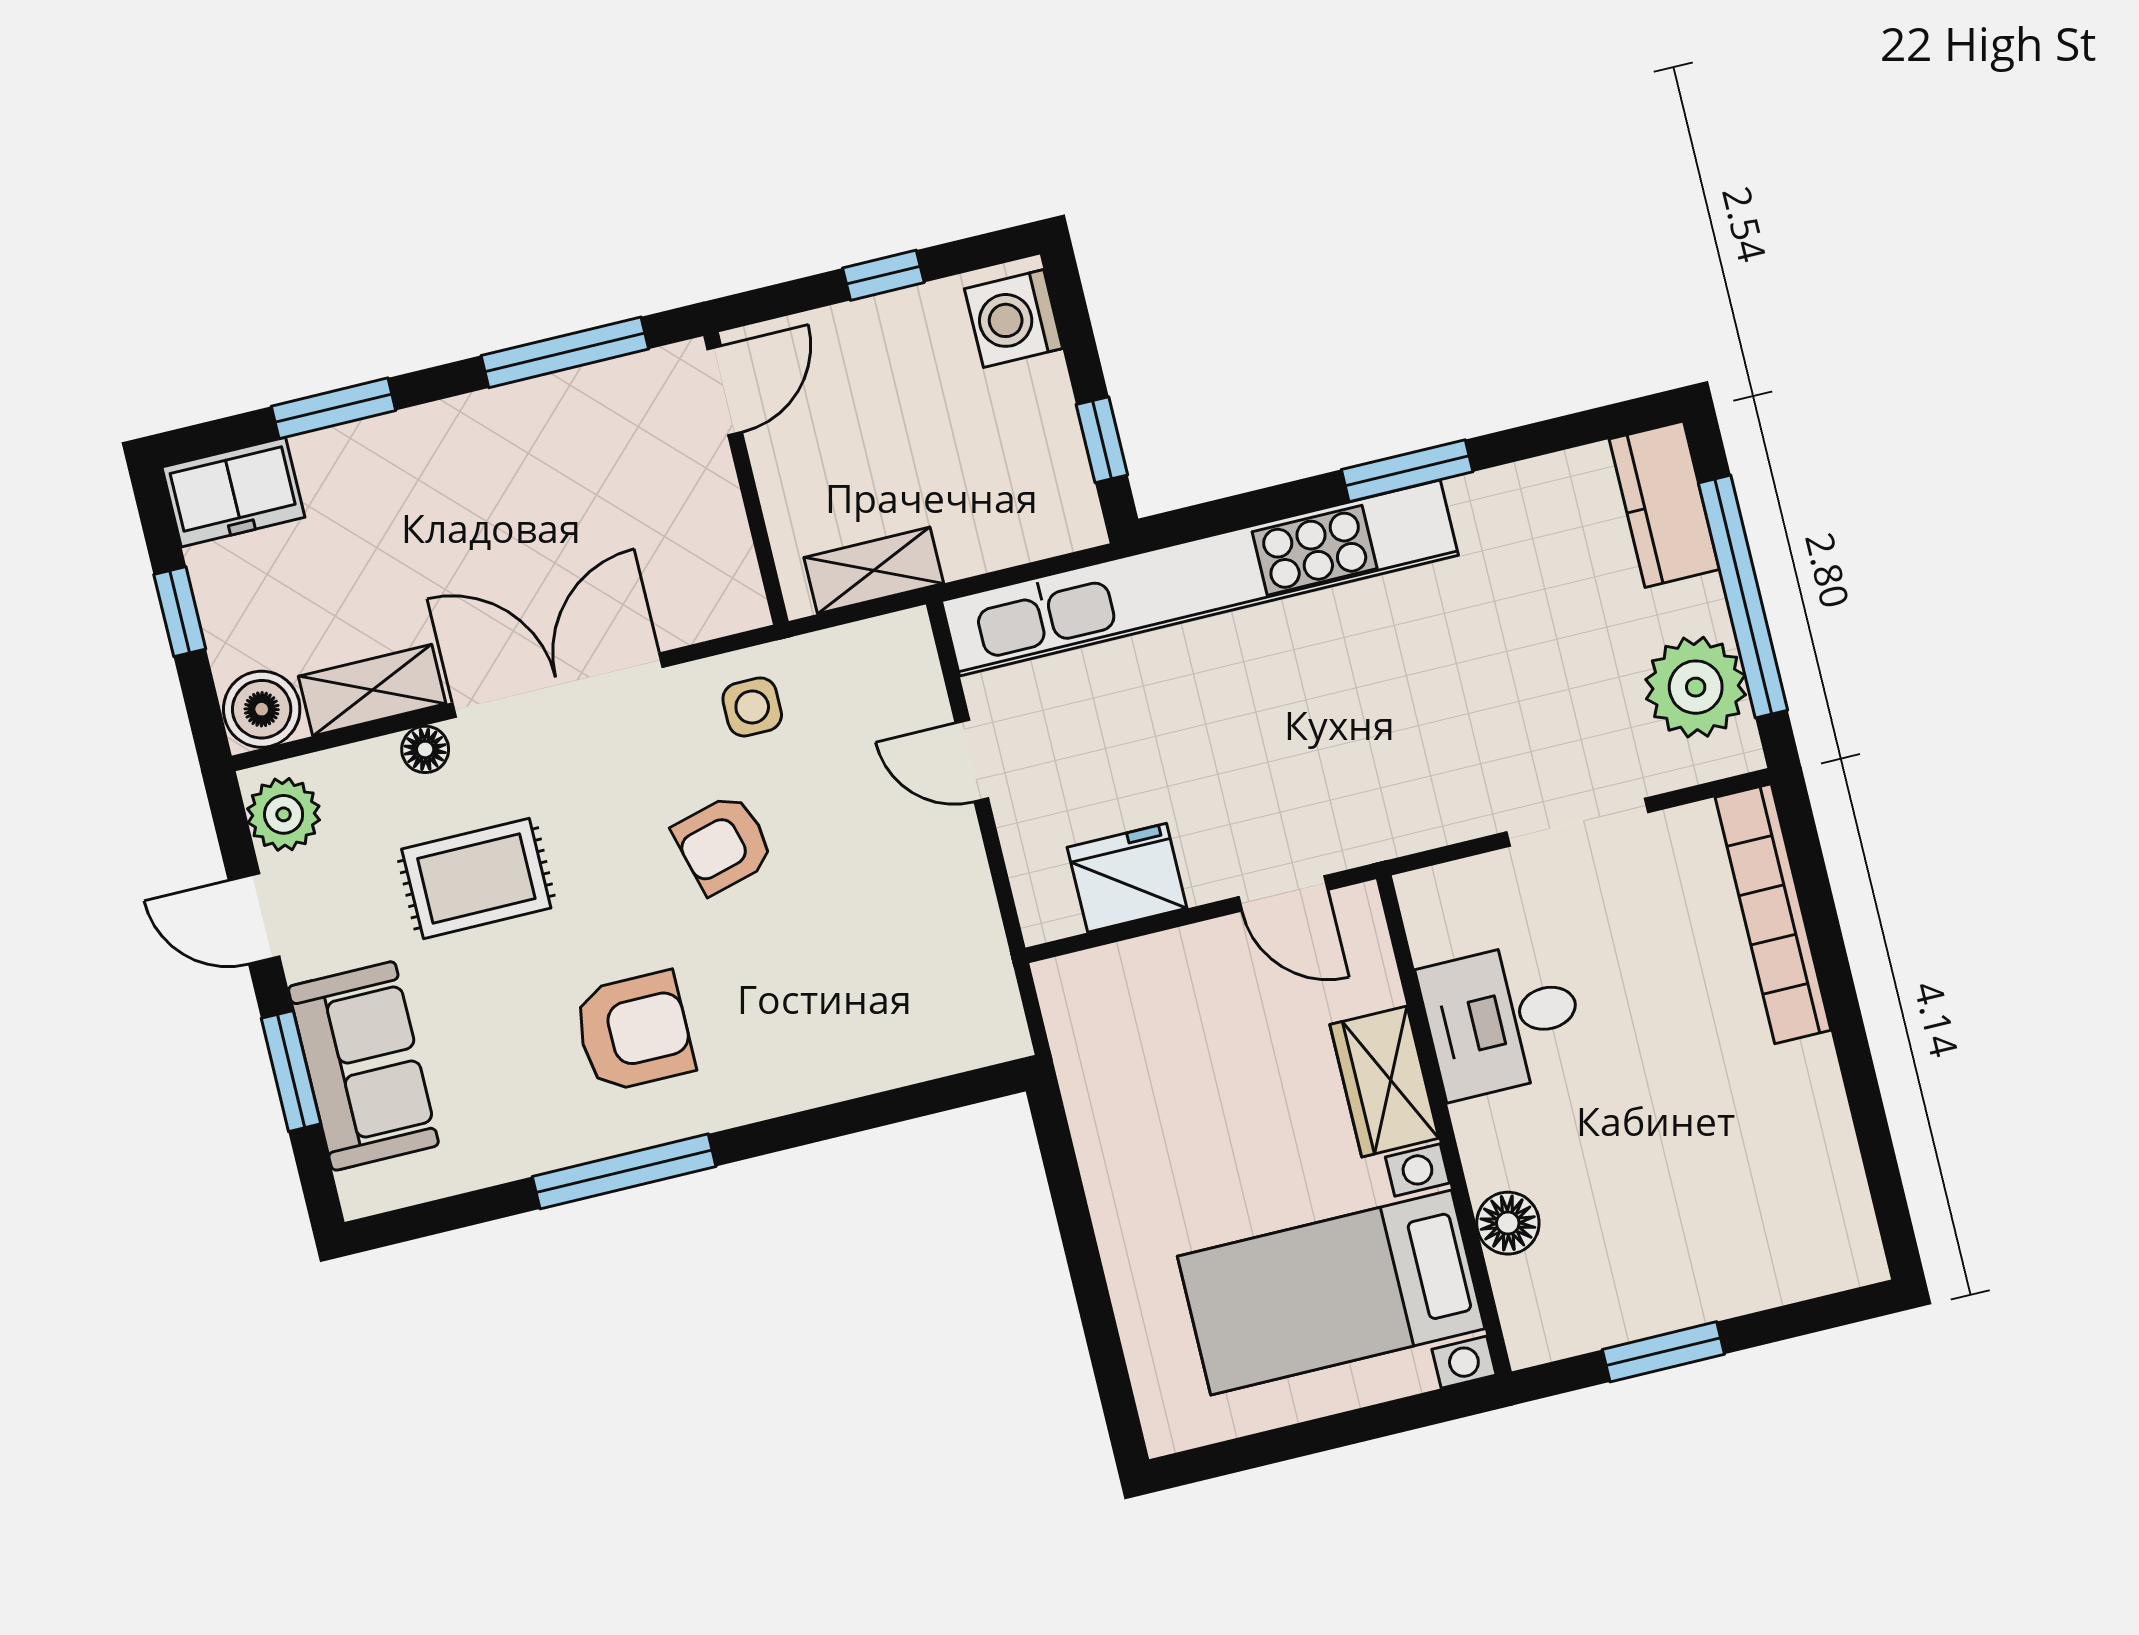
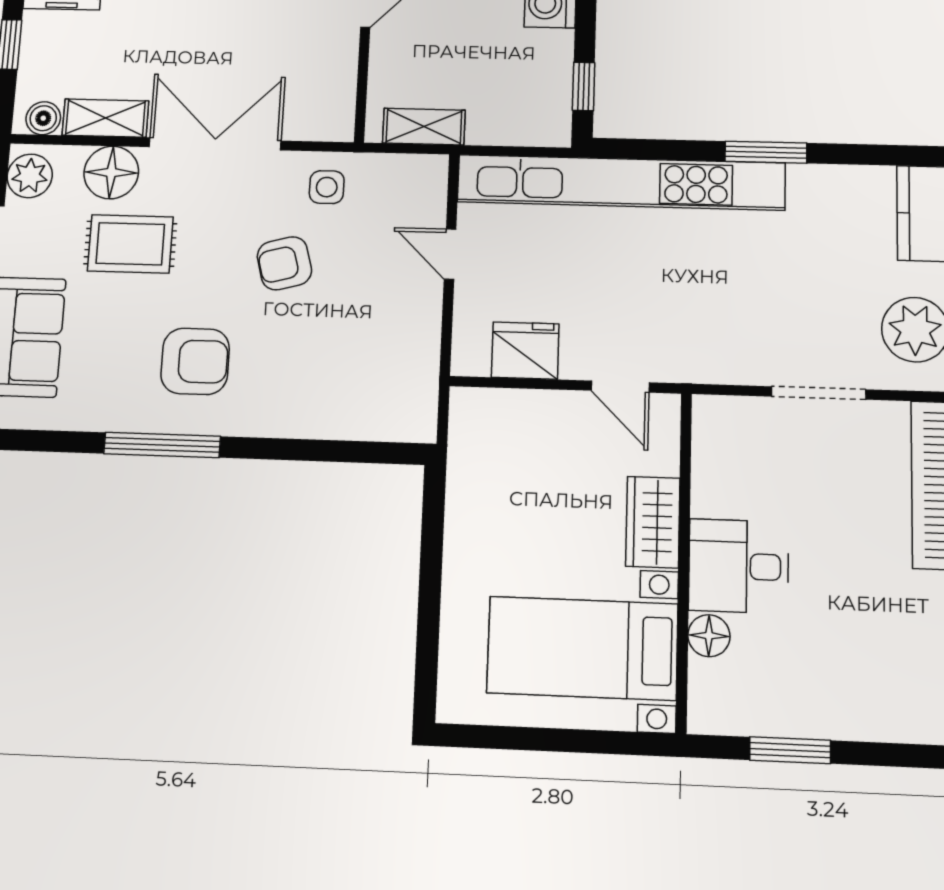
boiler: (262, 709) -> (43, 118), width x0.73, depth x0.73
floor lamp: (425, 749) -> (111, 172), width x1.89, depth x1.89
desk: (1503, 1019) -> (739, 566), moved

